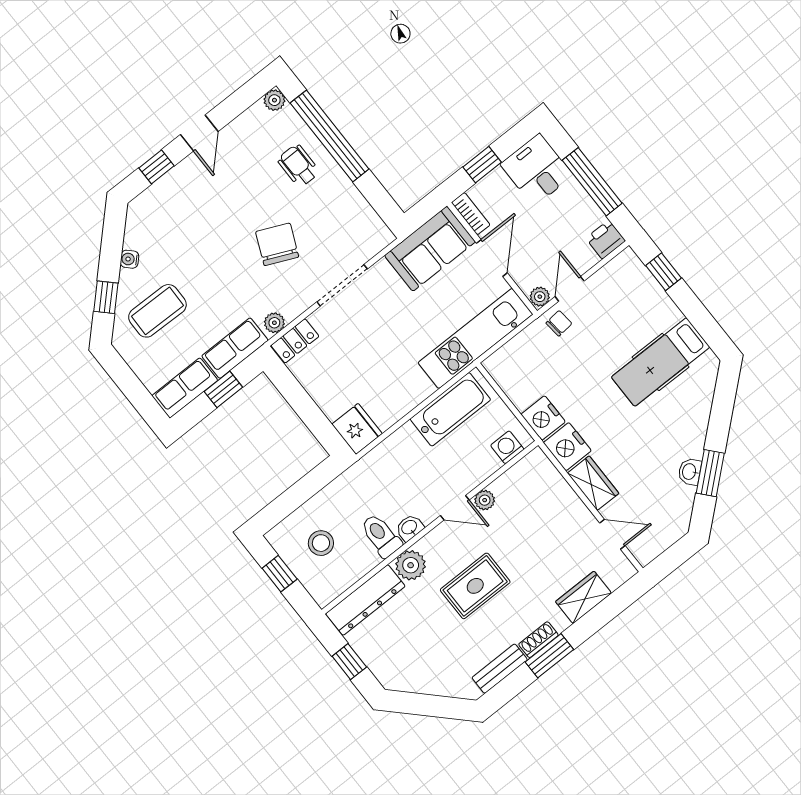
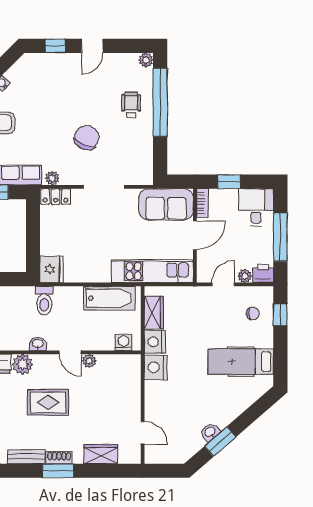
plant: (540, 297) -> (245, 276), moved
chair: (559, 323) -> (253, 313), moved
wardrobe: (593, 483) -> (154, 313), moved
toilet: (381, 536) -> (44, 301), moved, turned 180

